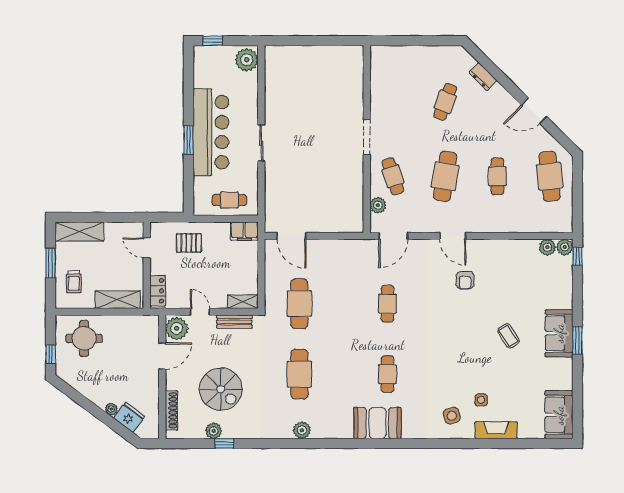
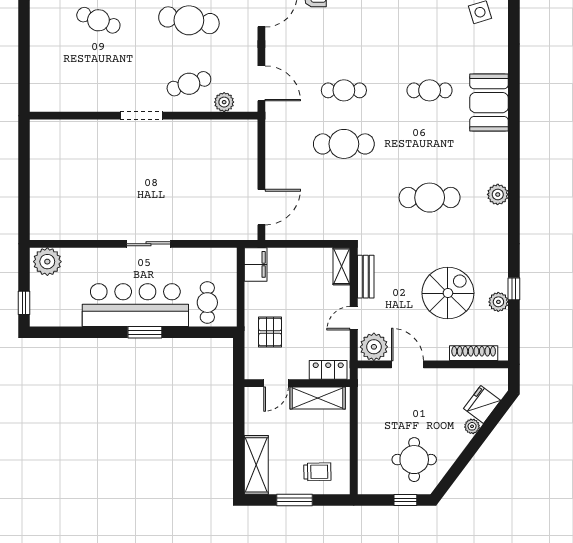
cafe table: (229, 200) -> (207, 303), moved
shelving: (118, 300) -> (318, 398), moved, turned 90
cafe table: (299, 304) -> (344, 144), moved
round table: (84, 338) -> (414, 460), moved

